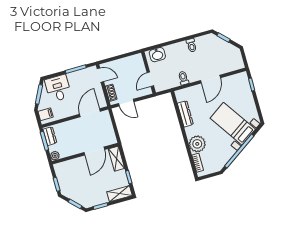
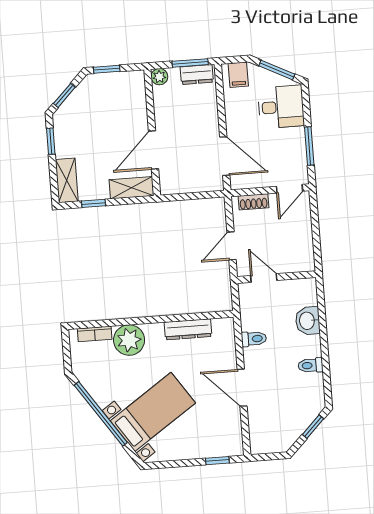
washbasin: (157, 55) -> (308, 321), moved
door: (126, 103) -> (231, 246), moved
door: (94, 151) -> (153, 150), hinge flipped

